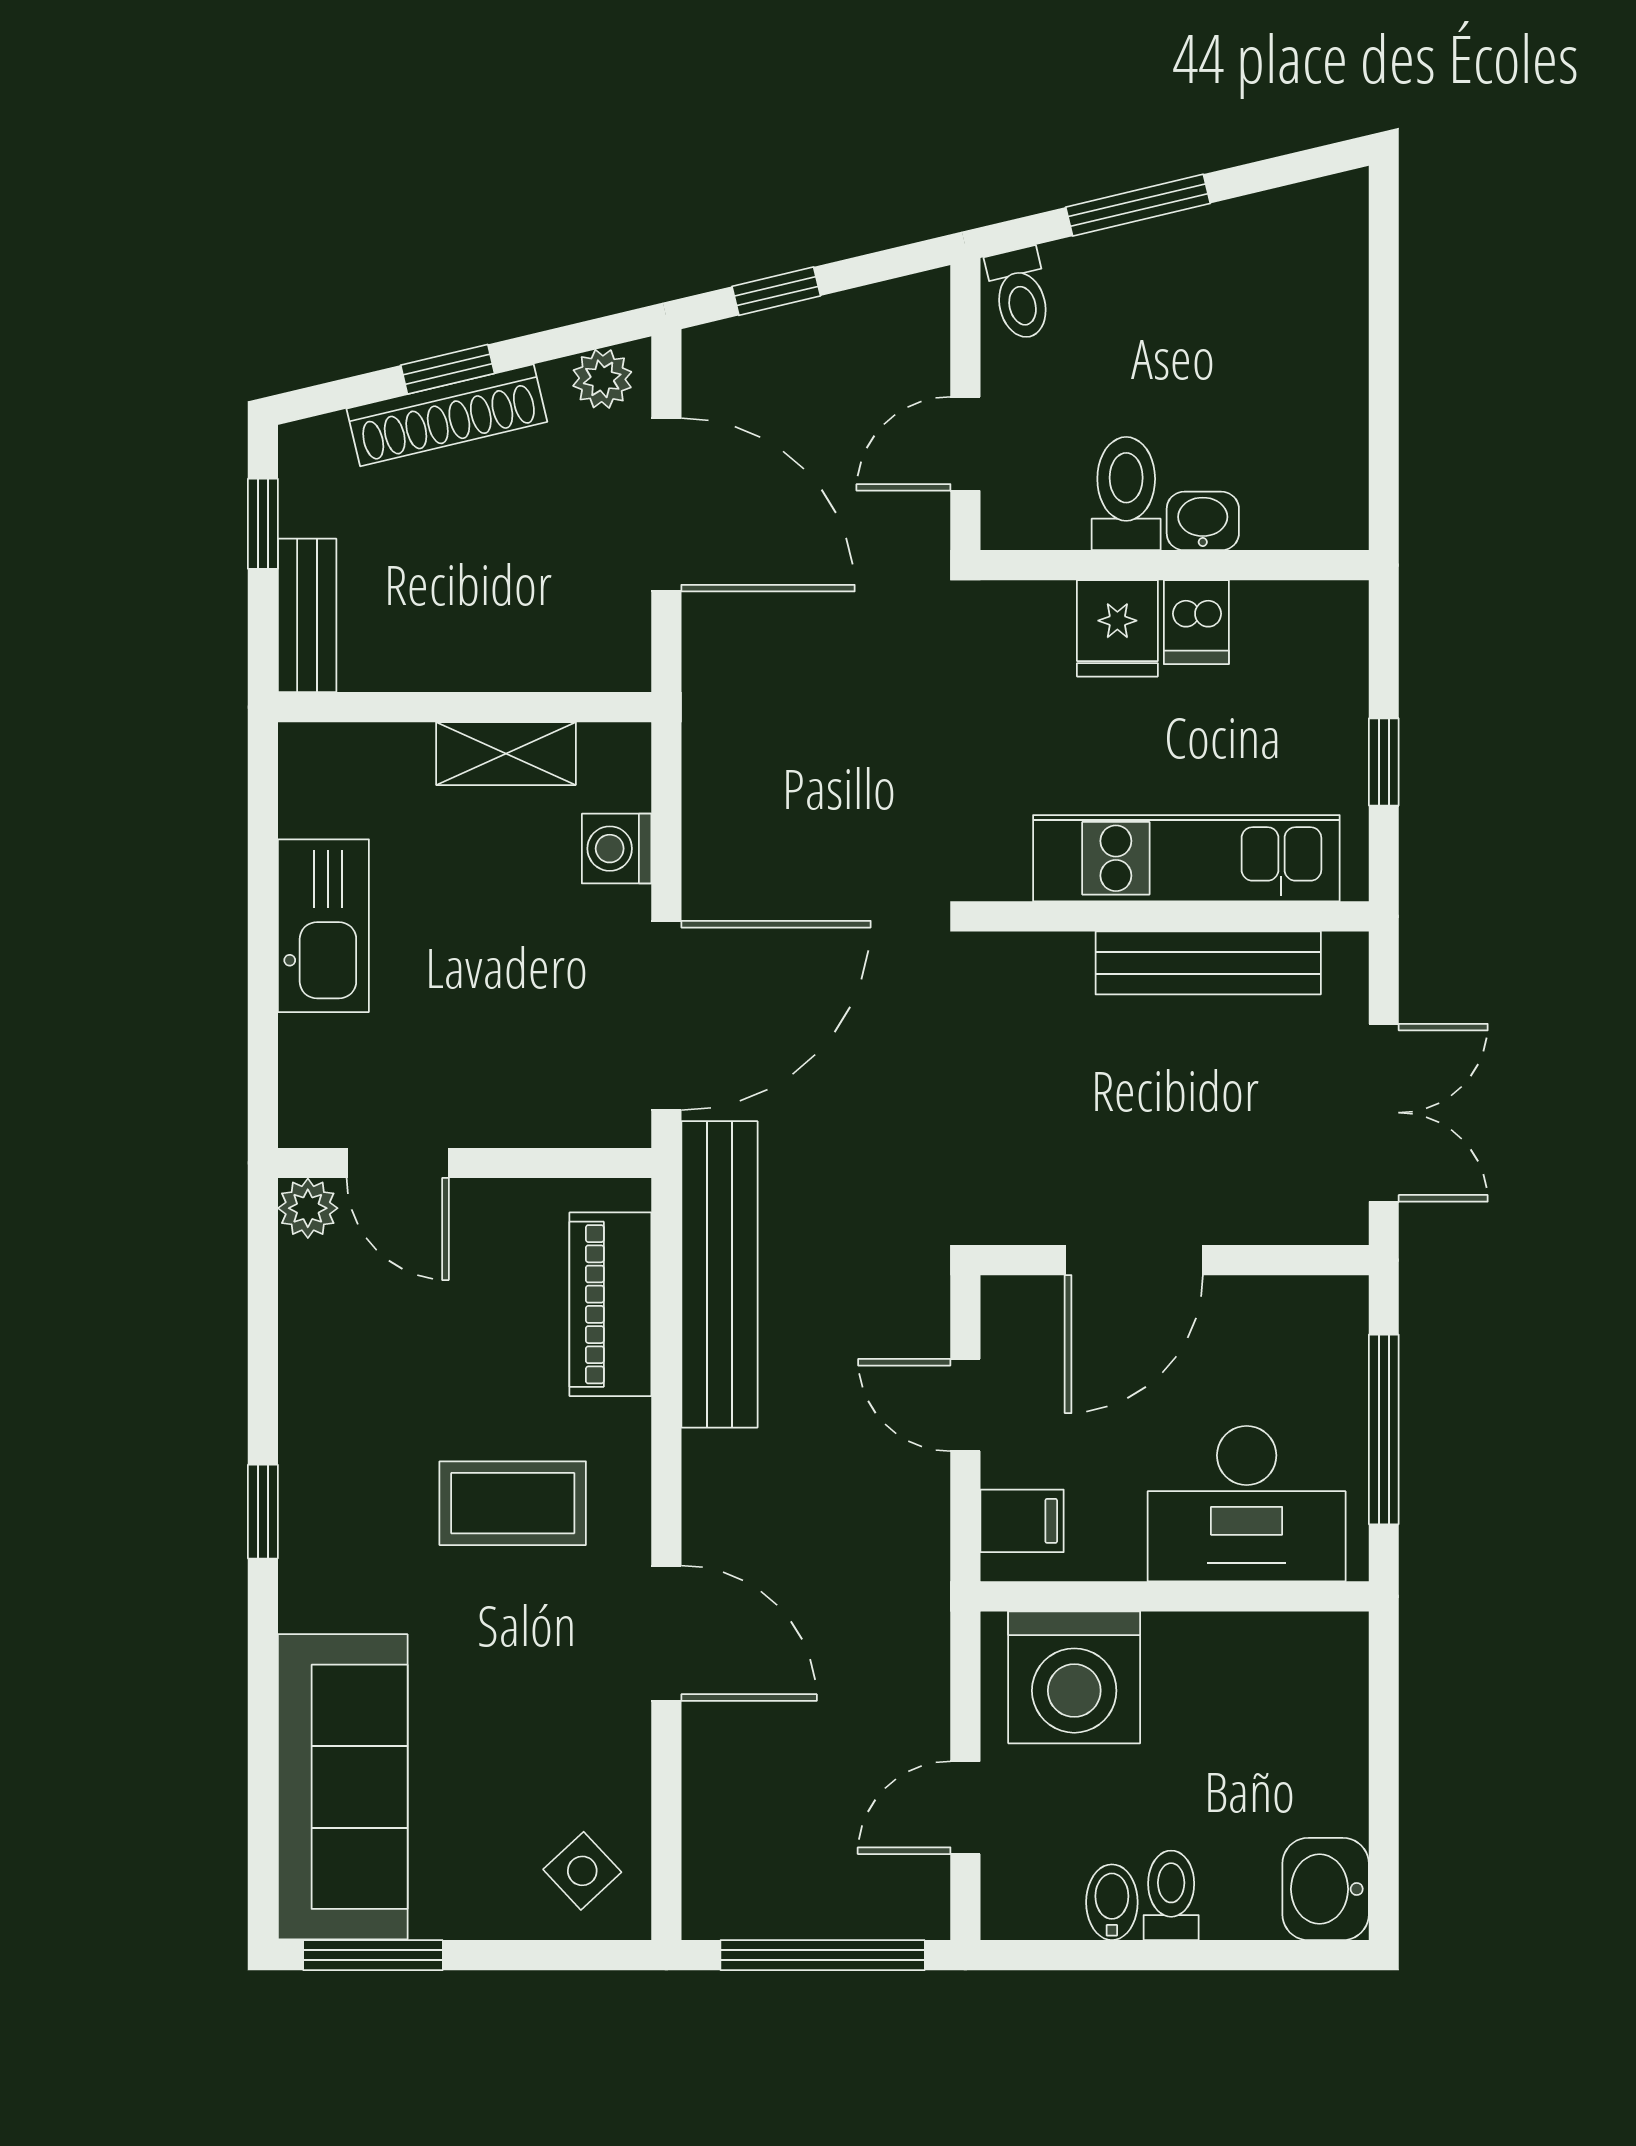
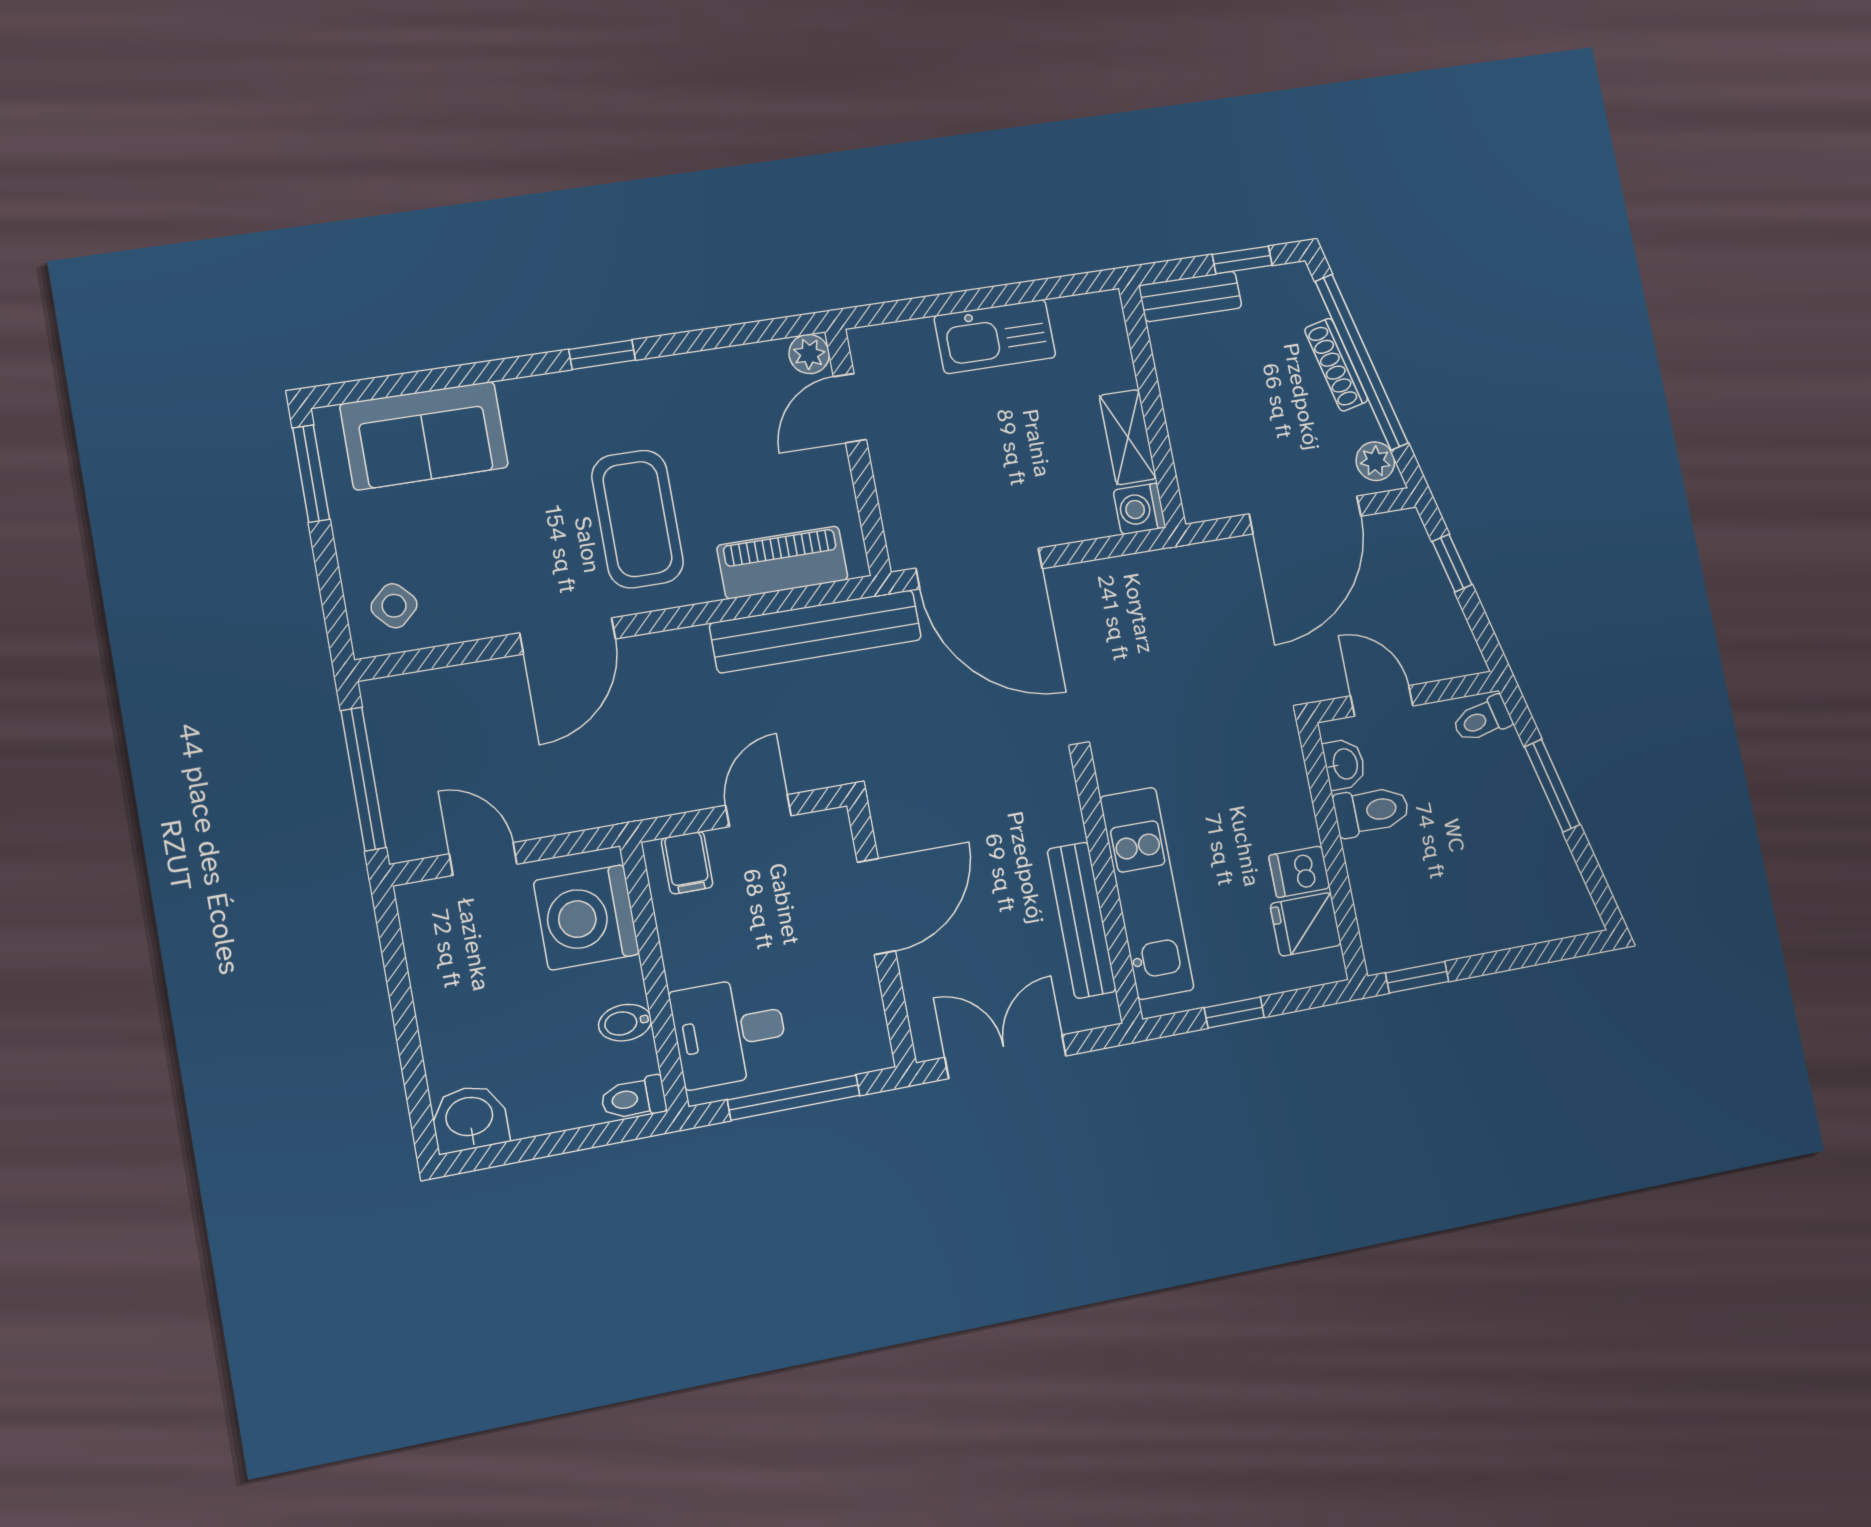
window: (448, 369) -> (1361, 362), width x3.17
shoe rack: (447, 415) -> (1336, 365), width x0.74, depth x0.81
window: (1384, 474) -> (1417, 977), added
washbasin: (1203, 521) -> (1344, 764), moved
fridge: (1117, 628) -> (1306, 924), moved
washing machine: (617, 849) -> (1140, 509), moved, turned -90
double door: (1384, 1113) -> (1006, 1057), swing flipped
door: (1134, 1260) -> (876, 906), swing flipped
coffee table: (513, 1503) -> (637, 519), width x1.36, depth x1.32
desk: (1247, 1504) -> (730, 1032), width x0.73
sofa: (343, 1787) -> (424, 436), width x0.73
toilet: (1171, 1895) -> (634, 1098), moved, turned 180
bidet: (1112, 1902) -> (625, 1023), moved, turned 180

